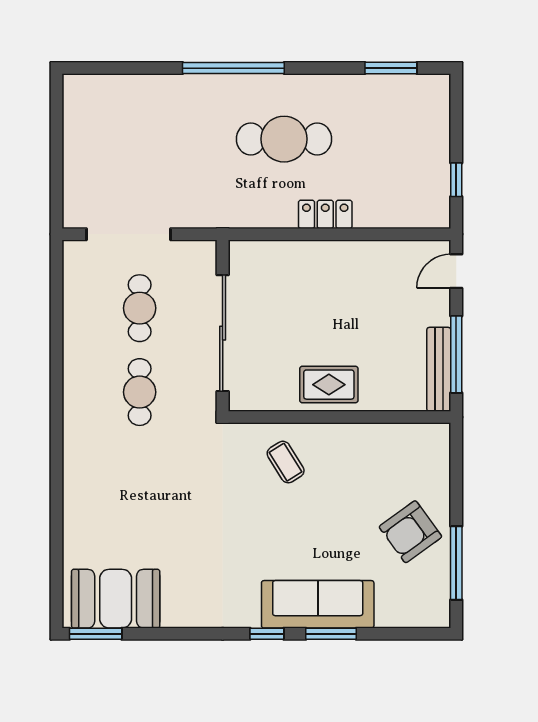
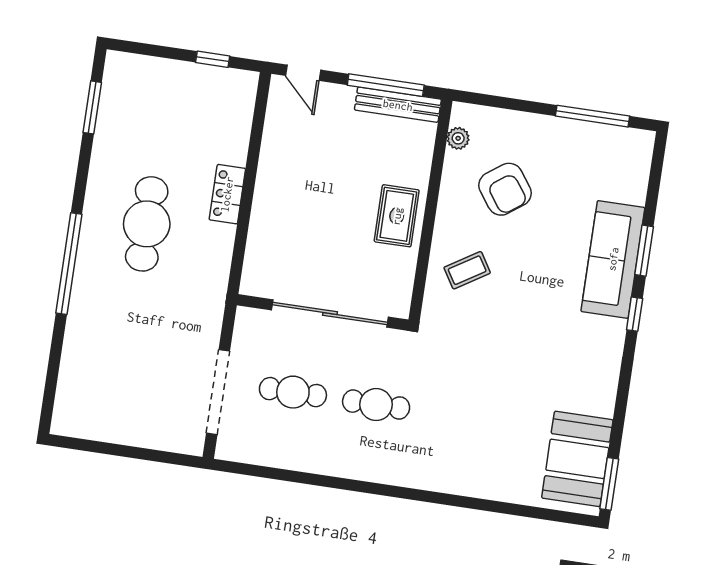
plant: (414, 434) -> (458, 138), added
armchair: (410, 532) -> (505, 189), moved

